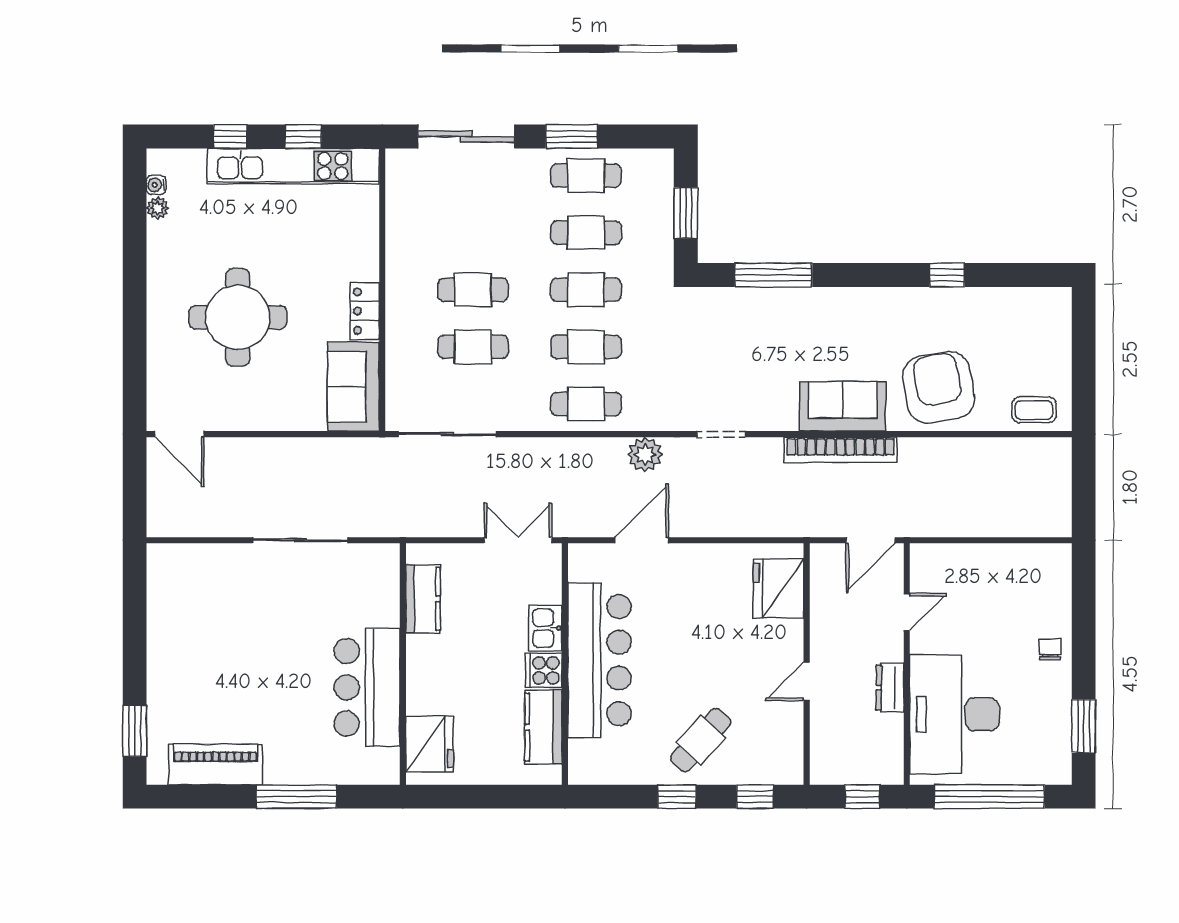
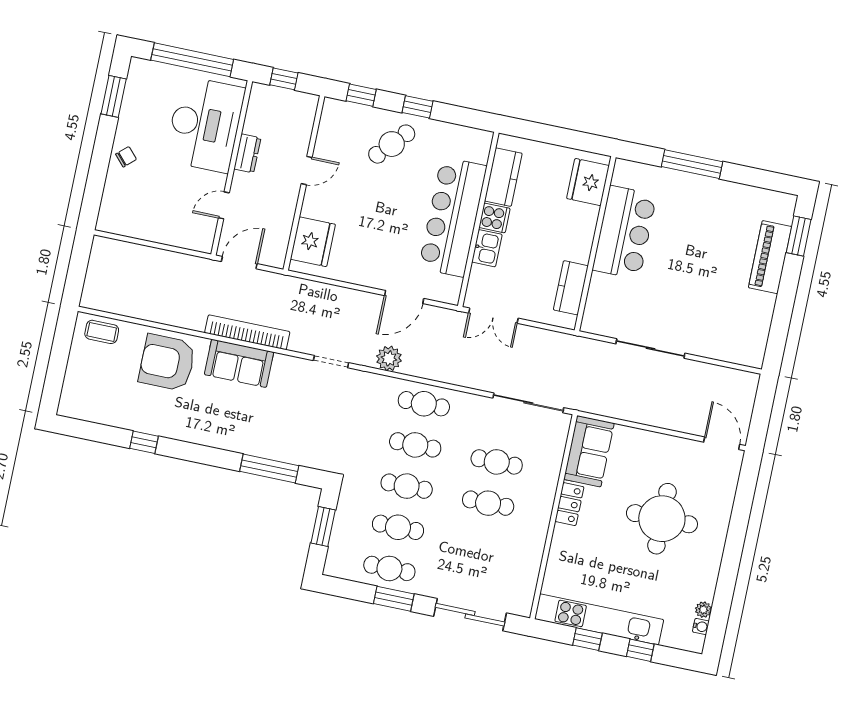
armchair: (939, 387) -> (167, 363), turned 100
chair: (1050, 649) -> (126, 157), turned -132
piano: (216, 764) -> (770, 257), moved, turned 90

